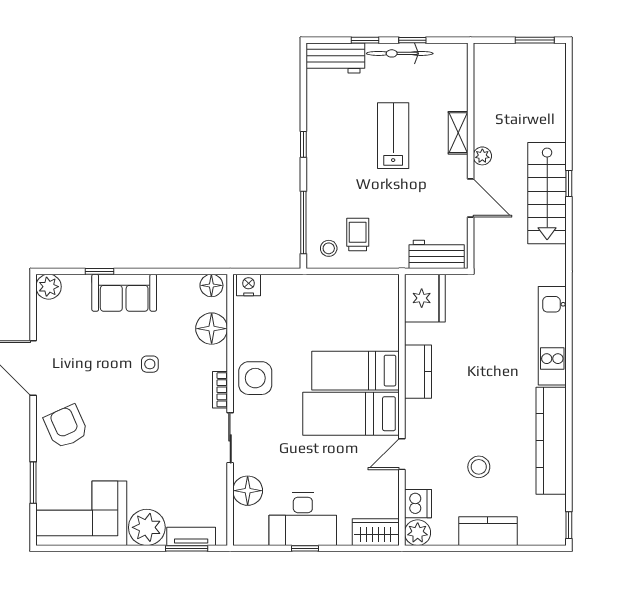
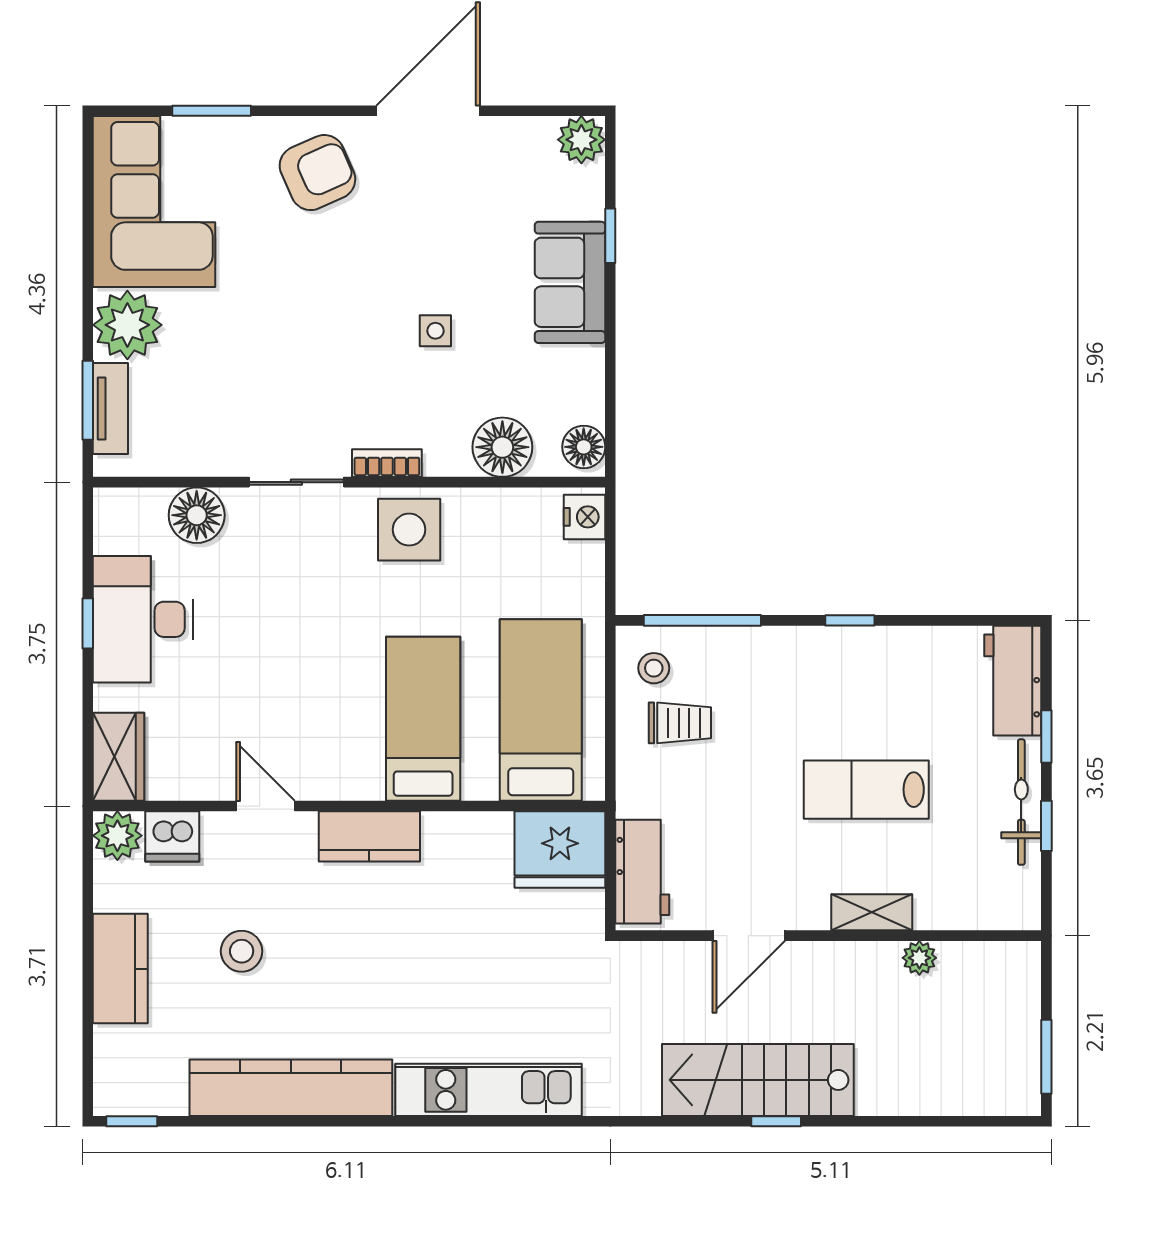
lab bench: (393, 136) -> (866, 790), turned 180
plant: (482, 156) -> (919, 958), moved
kitchen counter: (418, 372) -> (369, 836), moved
bed: (351, 414) -> (541, 710), moved

